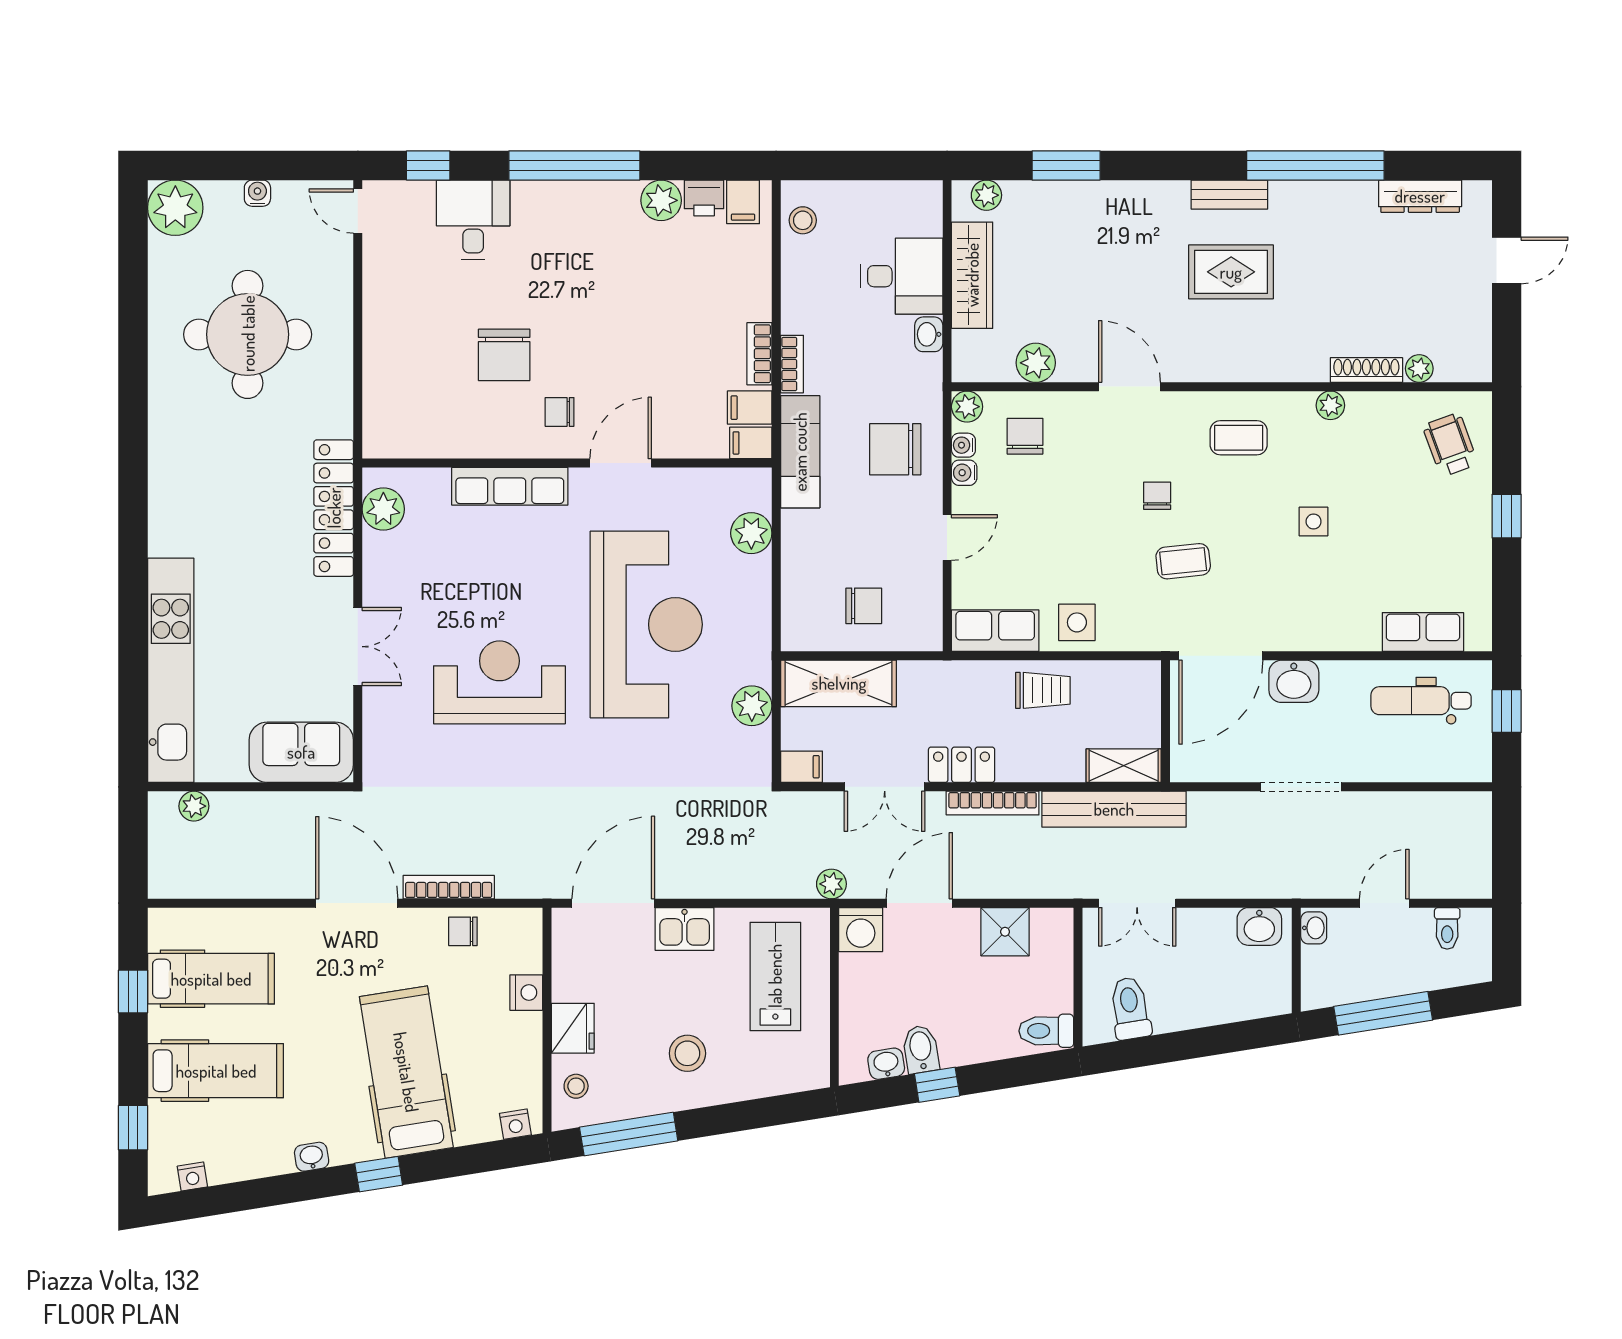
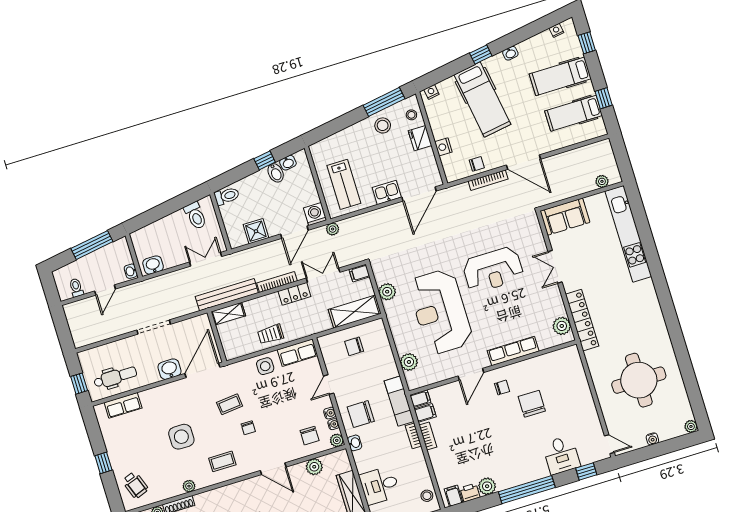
plant: (175, 208) -> (691, 426), width x0.53, depth x0.53
washbasin: (929, 334) -> (355, 443), moved
chair: (895, 449) -> (361, 414), turned 180
side table: (1314, 522) -> (181, 437), width x1.87, depth x1.87
stool: (687, 1053) -> (383, 125), moved

